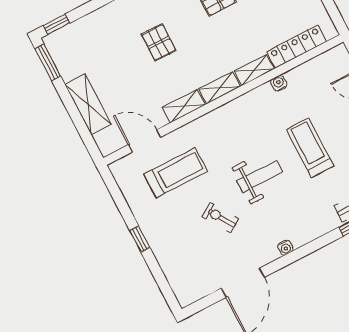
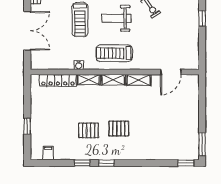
pallet: (159, 42) -> (119, 129), moved, turned 90
shelving: (88, 104) -> (192, 109), removed
door: (145, 141) -> (171, 72), hinge flipped
treadmill: (175, 173) -> (114, 53), moved

